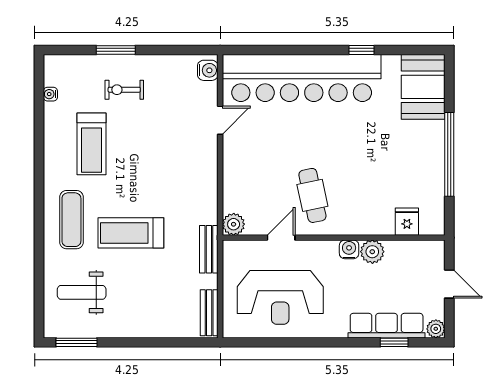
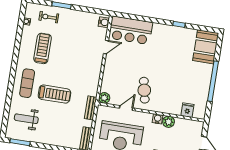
bar counter: (302, 78) -> (131, 30), width x0.54
exercise bike: (124, 90) -> (49, 17), moved
treadmill: (92, 144) -> (43, 48), turned 180
treadmill: (131, 233) -> (54, 94), turned 180

